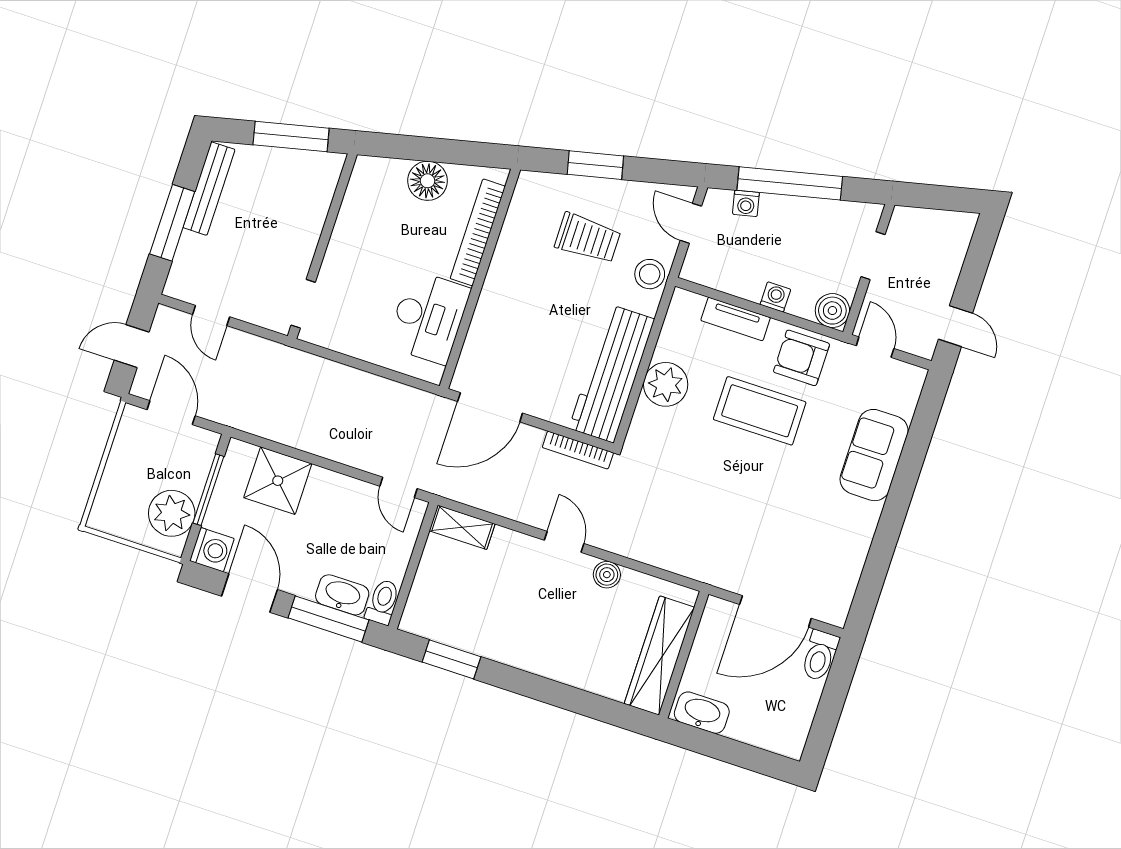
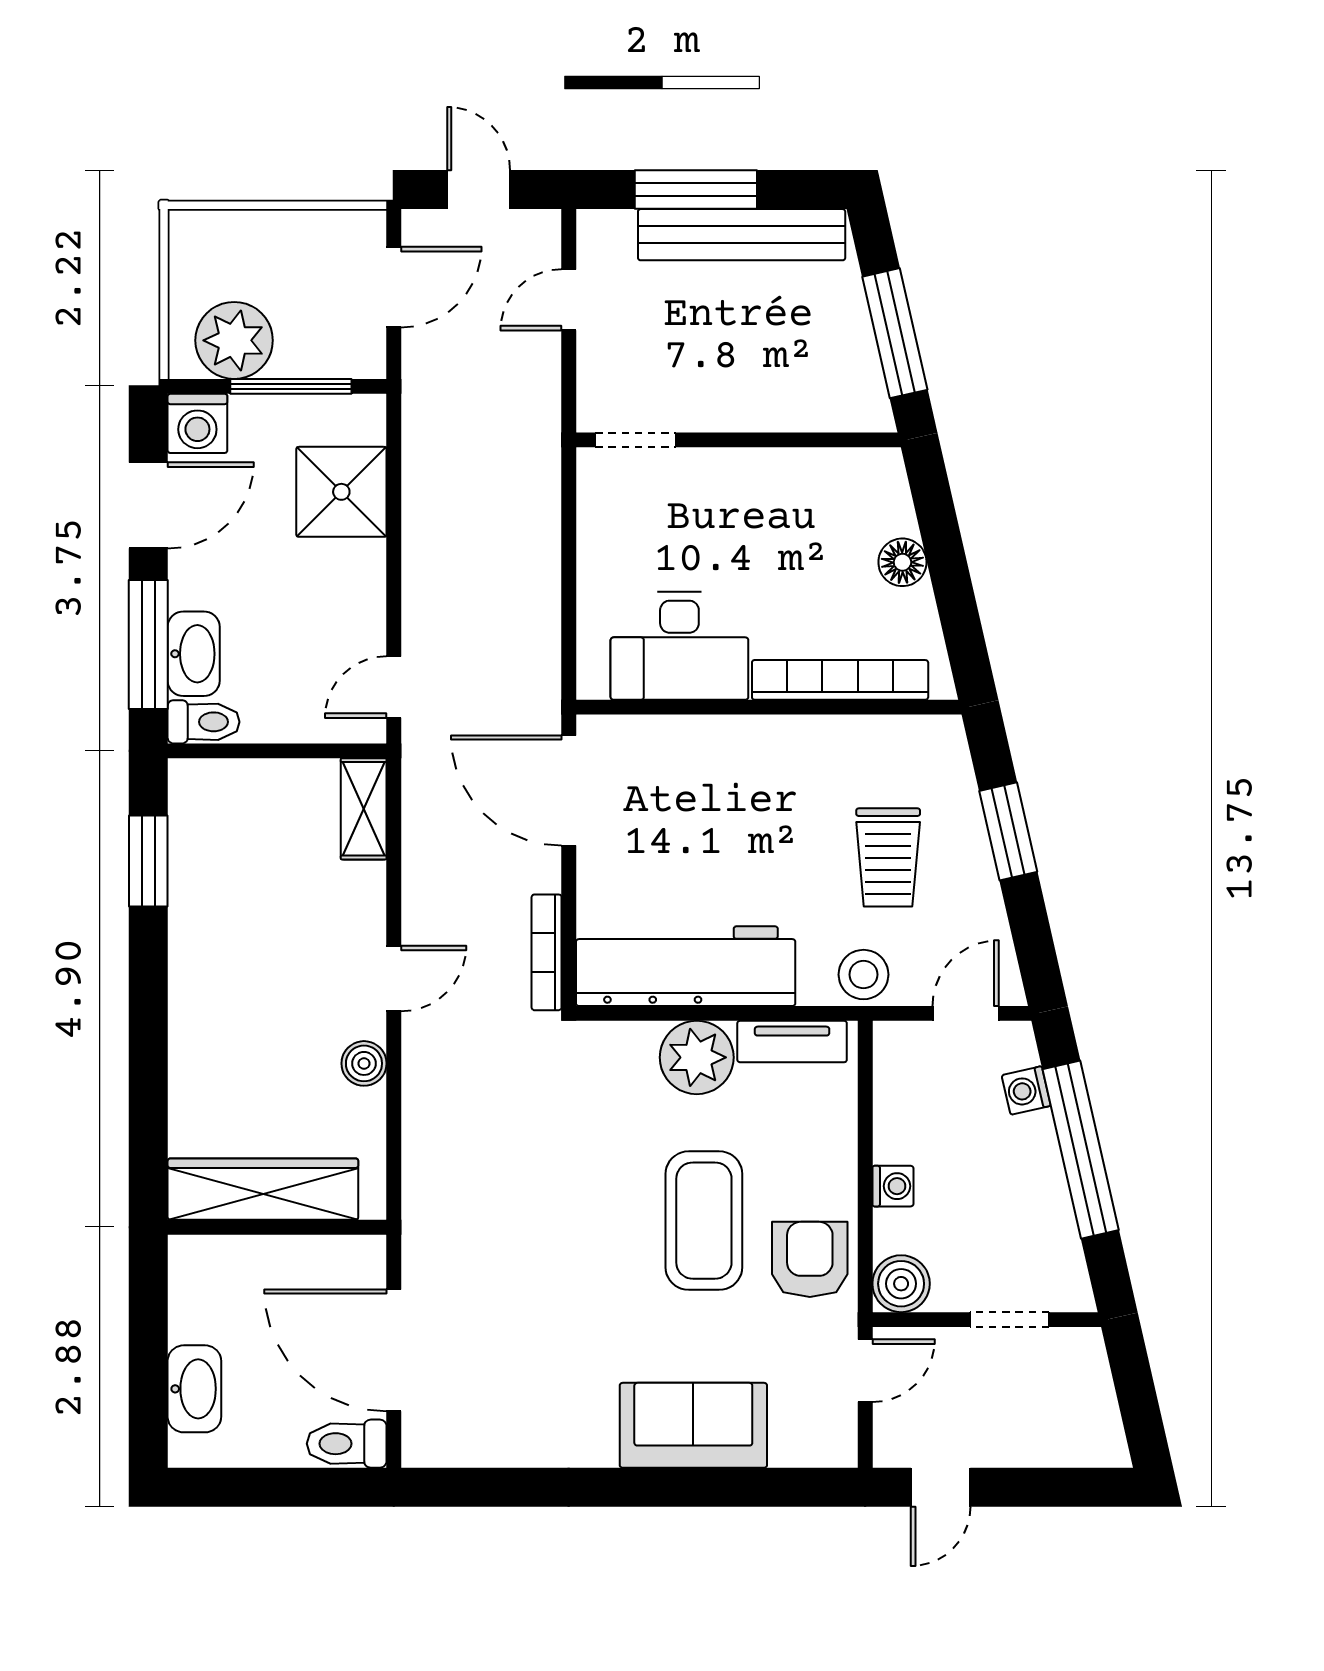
floor lamp: (428, 181) -> (902, 562), width x0.73, depth x0.73
bench: (209, 189) -> (742, 235), width x1.37, depth x1.21
tv unit: (736, 319) -> (792, 1042), moved, turned -90
washbasin: (702, 713) -> (194, 1389), moved

